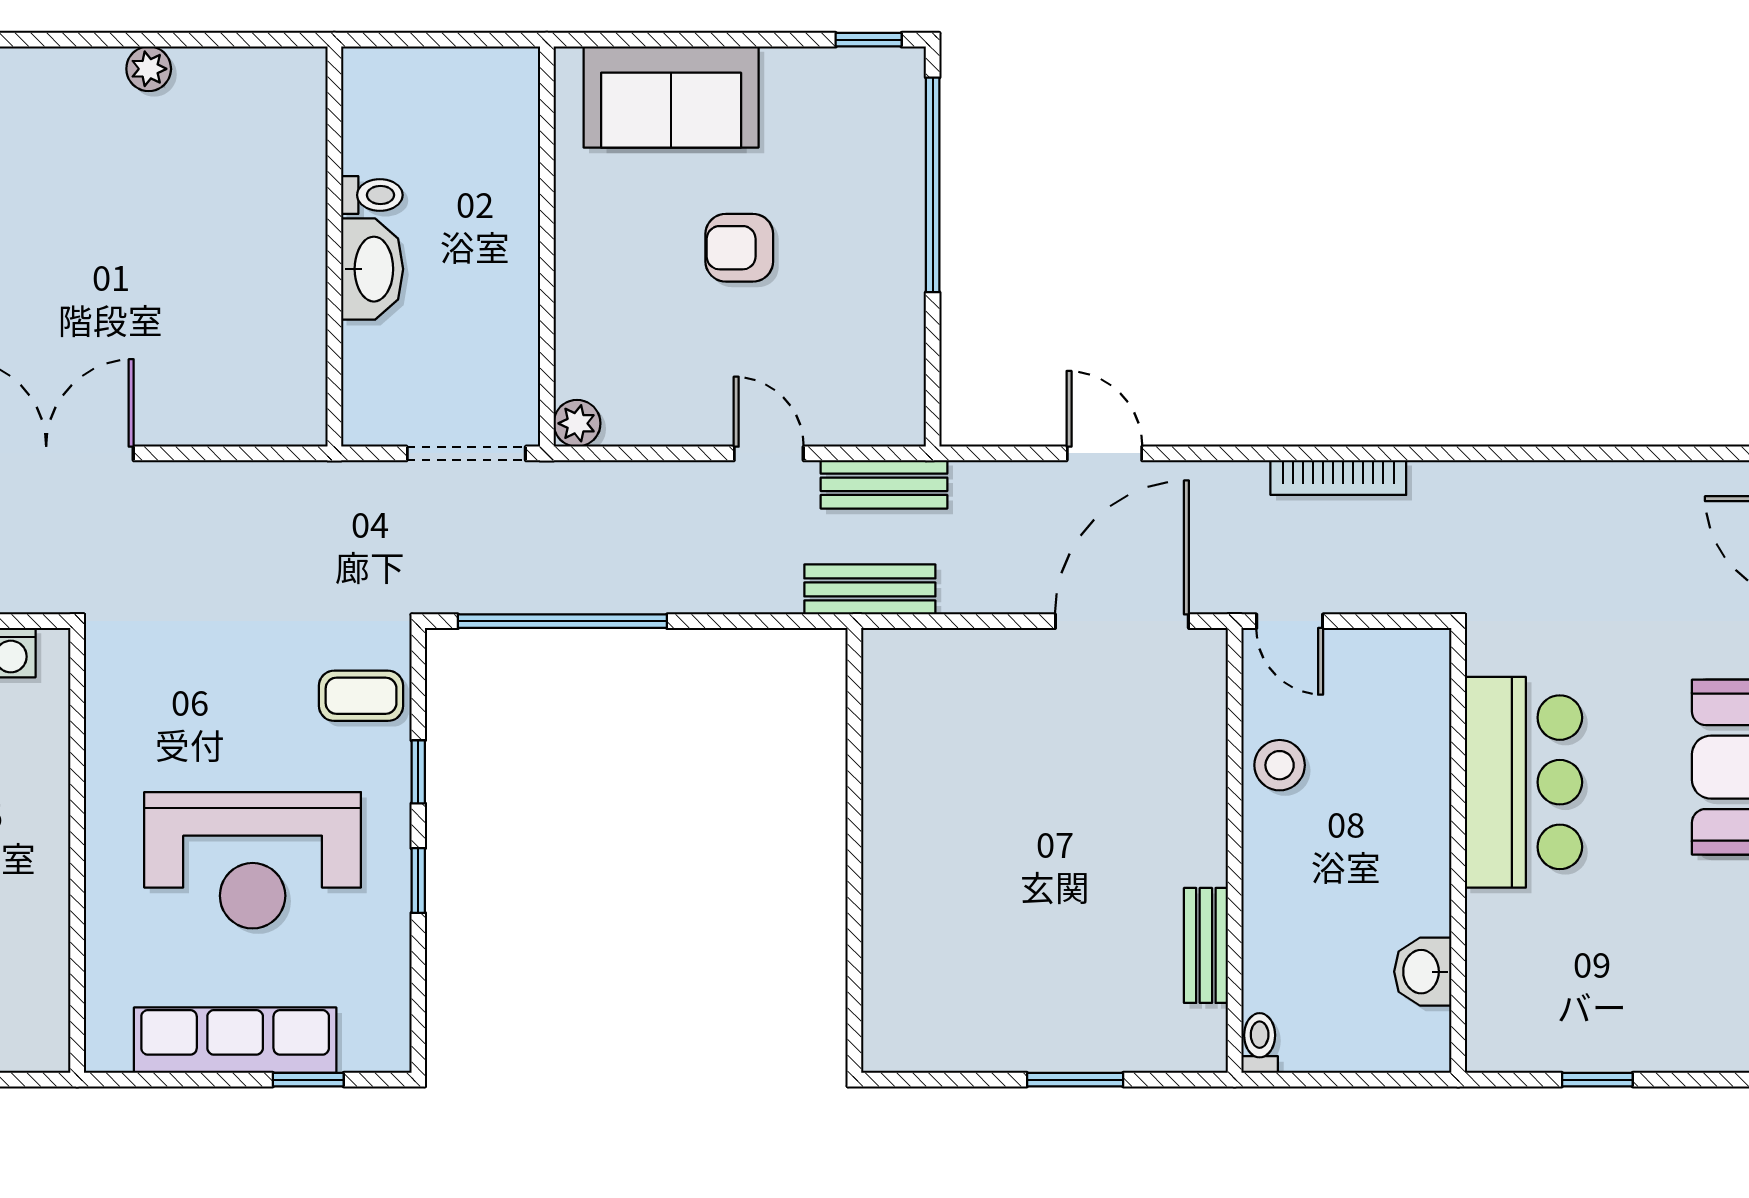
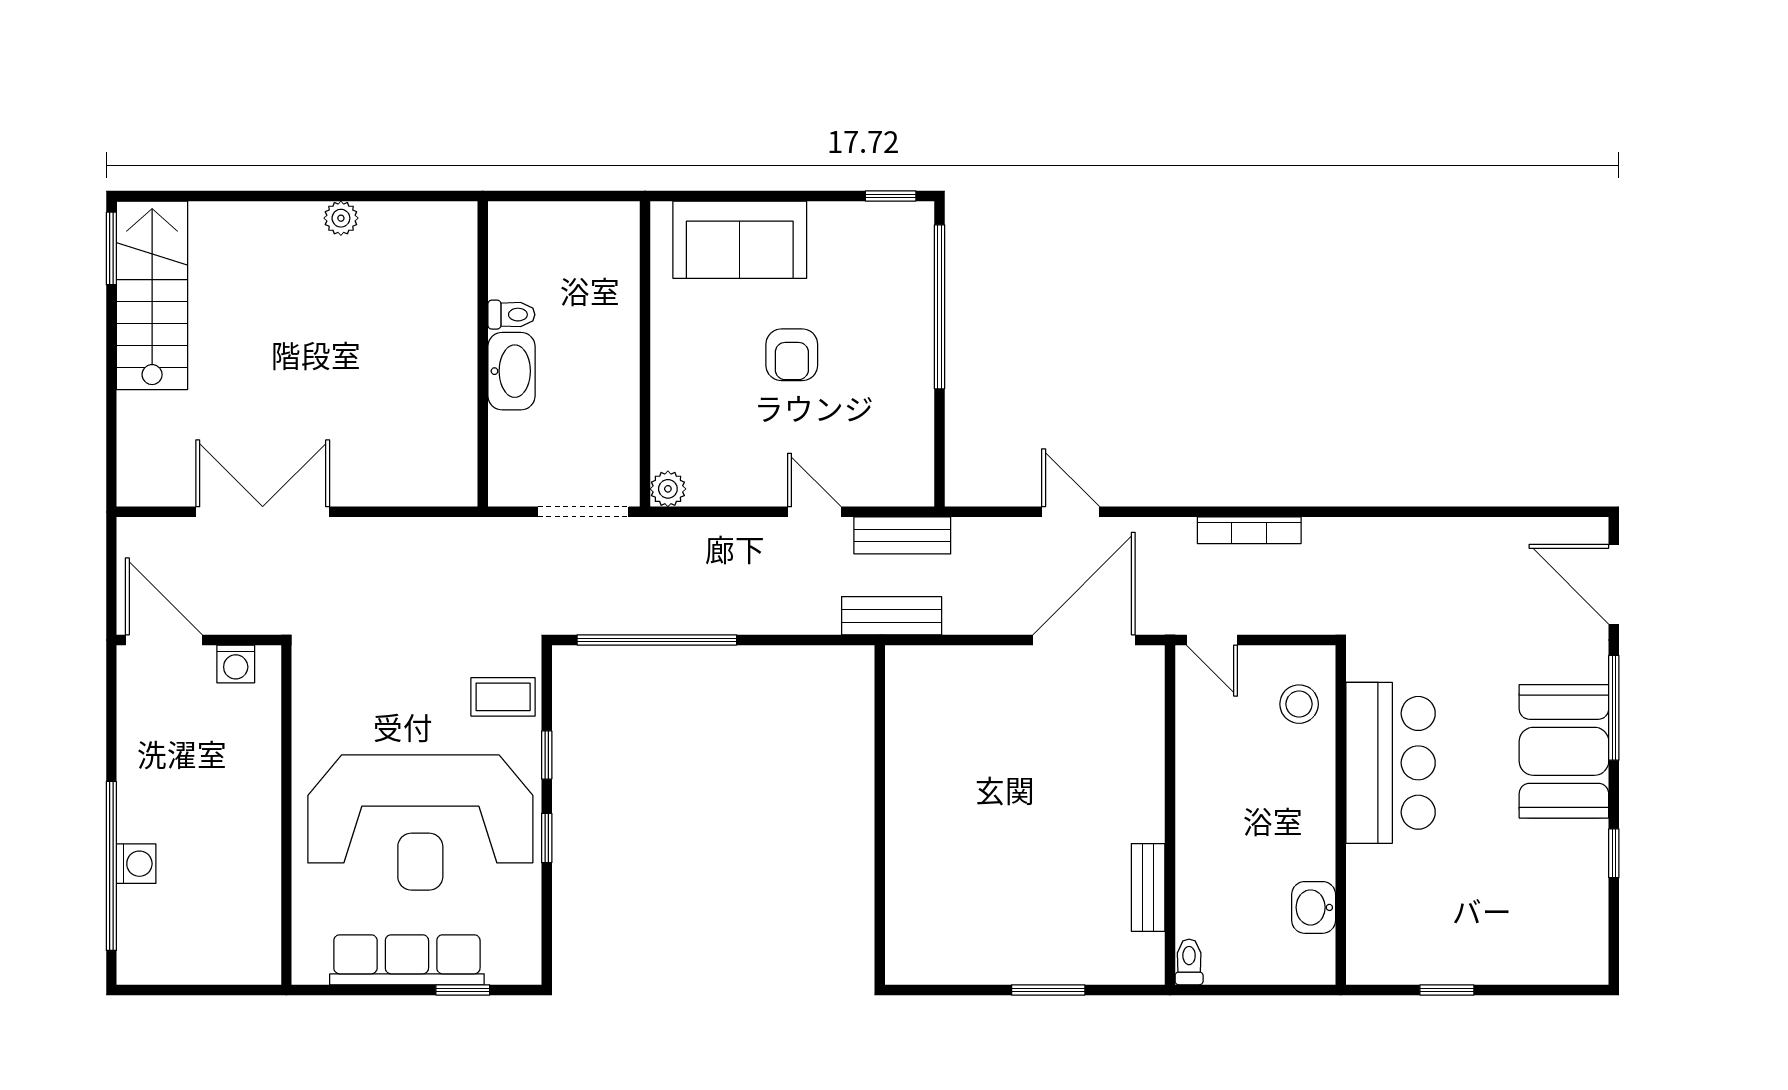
armchair: (739, 248) -> (792, 355), turned -90
stool: (1280, 765) -> (1299, 704), moved
reception desk: (253, 860) -> (420, 822), width x1.36, depth x1.30

